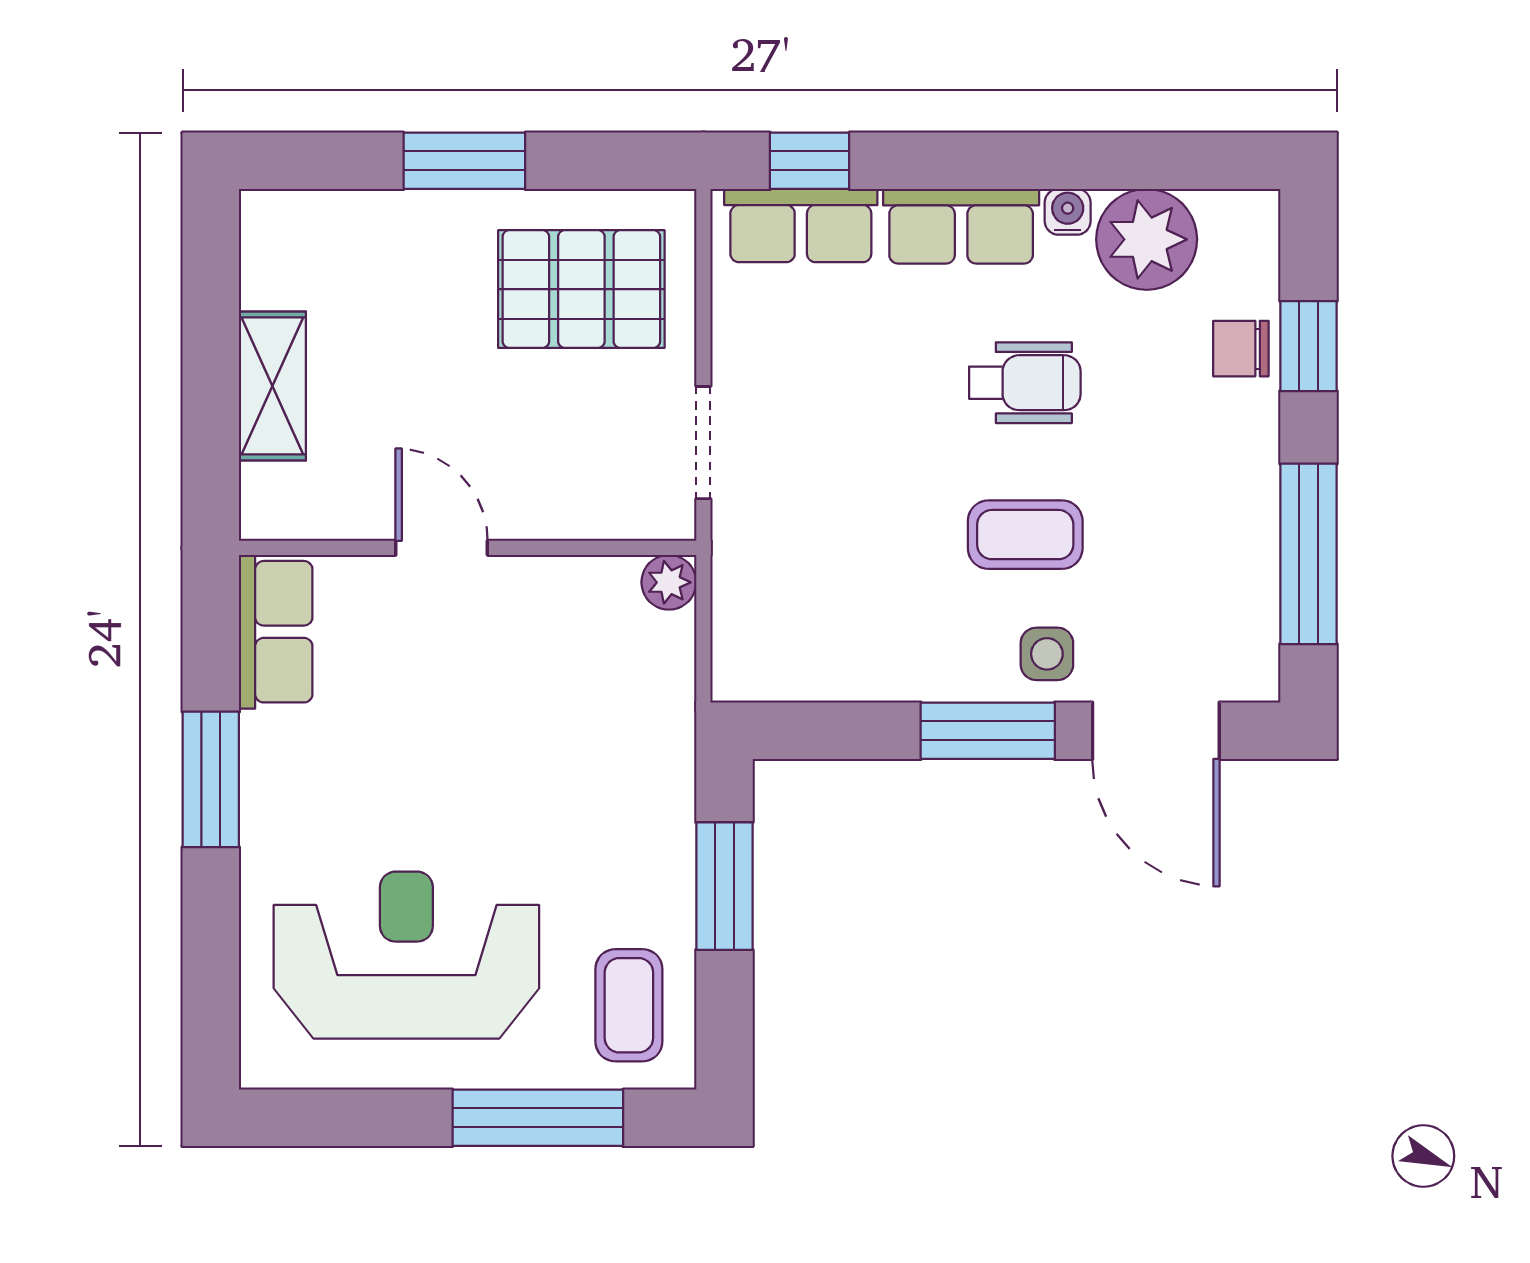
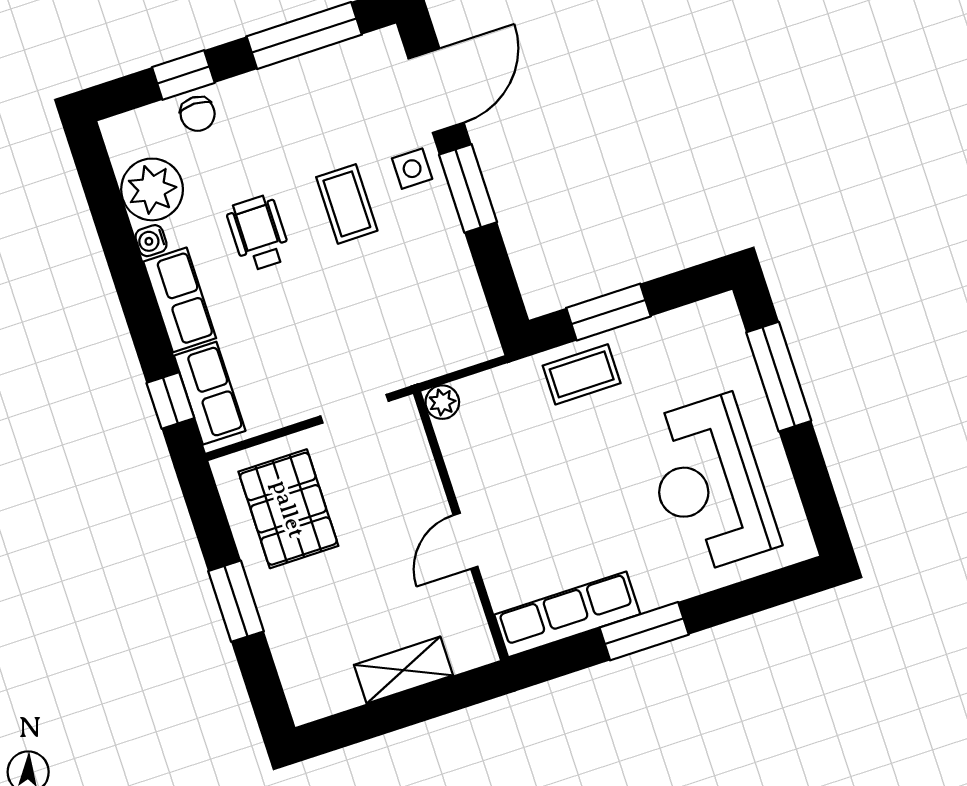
row of seats: (276, 632) -> (567, 614), width x1.48
coffee table: (629, 1005) -> (582, 374), moved

